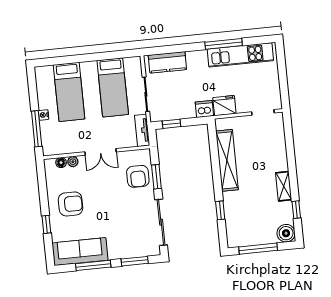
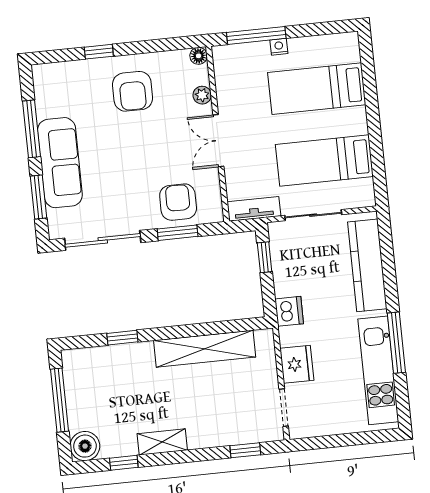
kitchen counter: (167, 62) -> (367, 265), width x1.50
fridge: (224, 106) -> (297, 364), moved
window: (289, 136) -> (245, 450), added
floor lamp: (61, 163) -> (199, 56), moved
armchair: (138, 176) -> (178, 202), turned 90
sofa: (80, 252) -> (60, 163), moved

